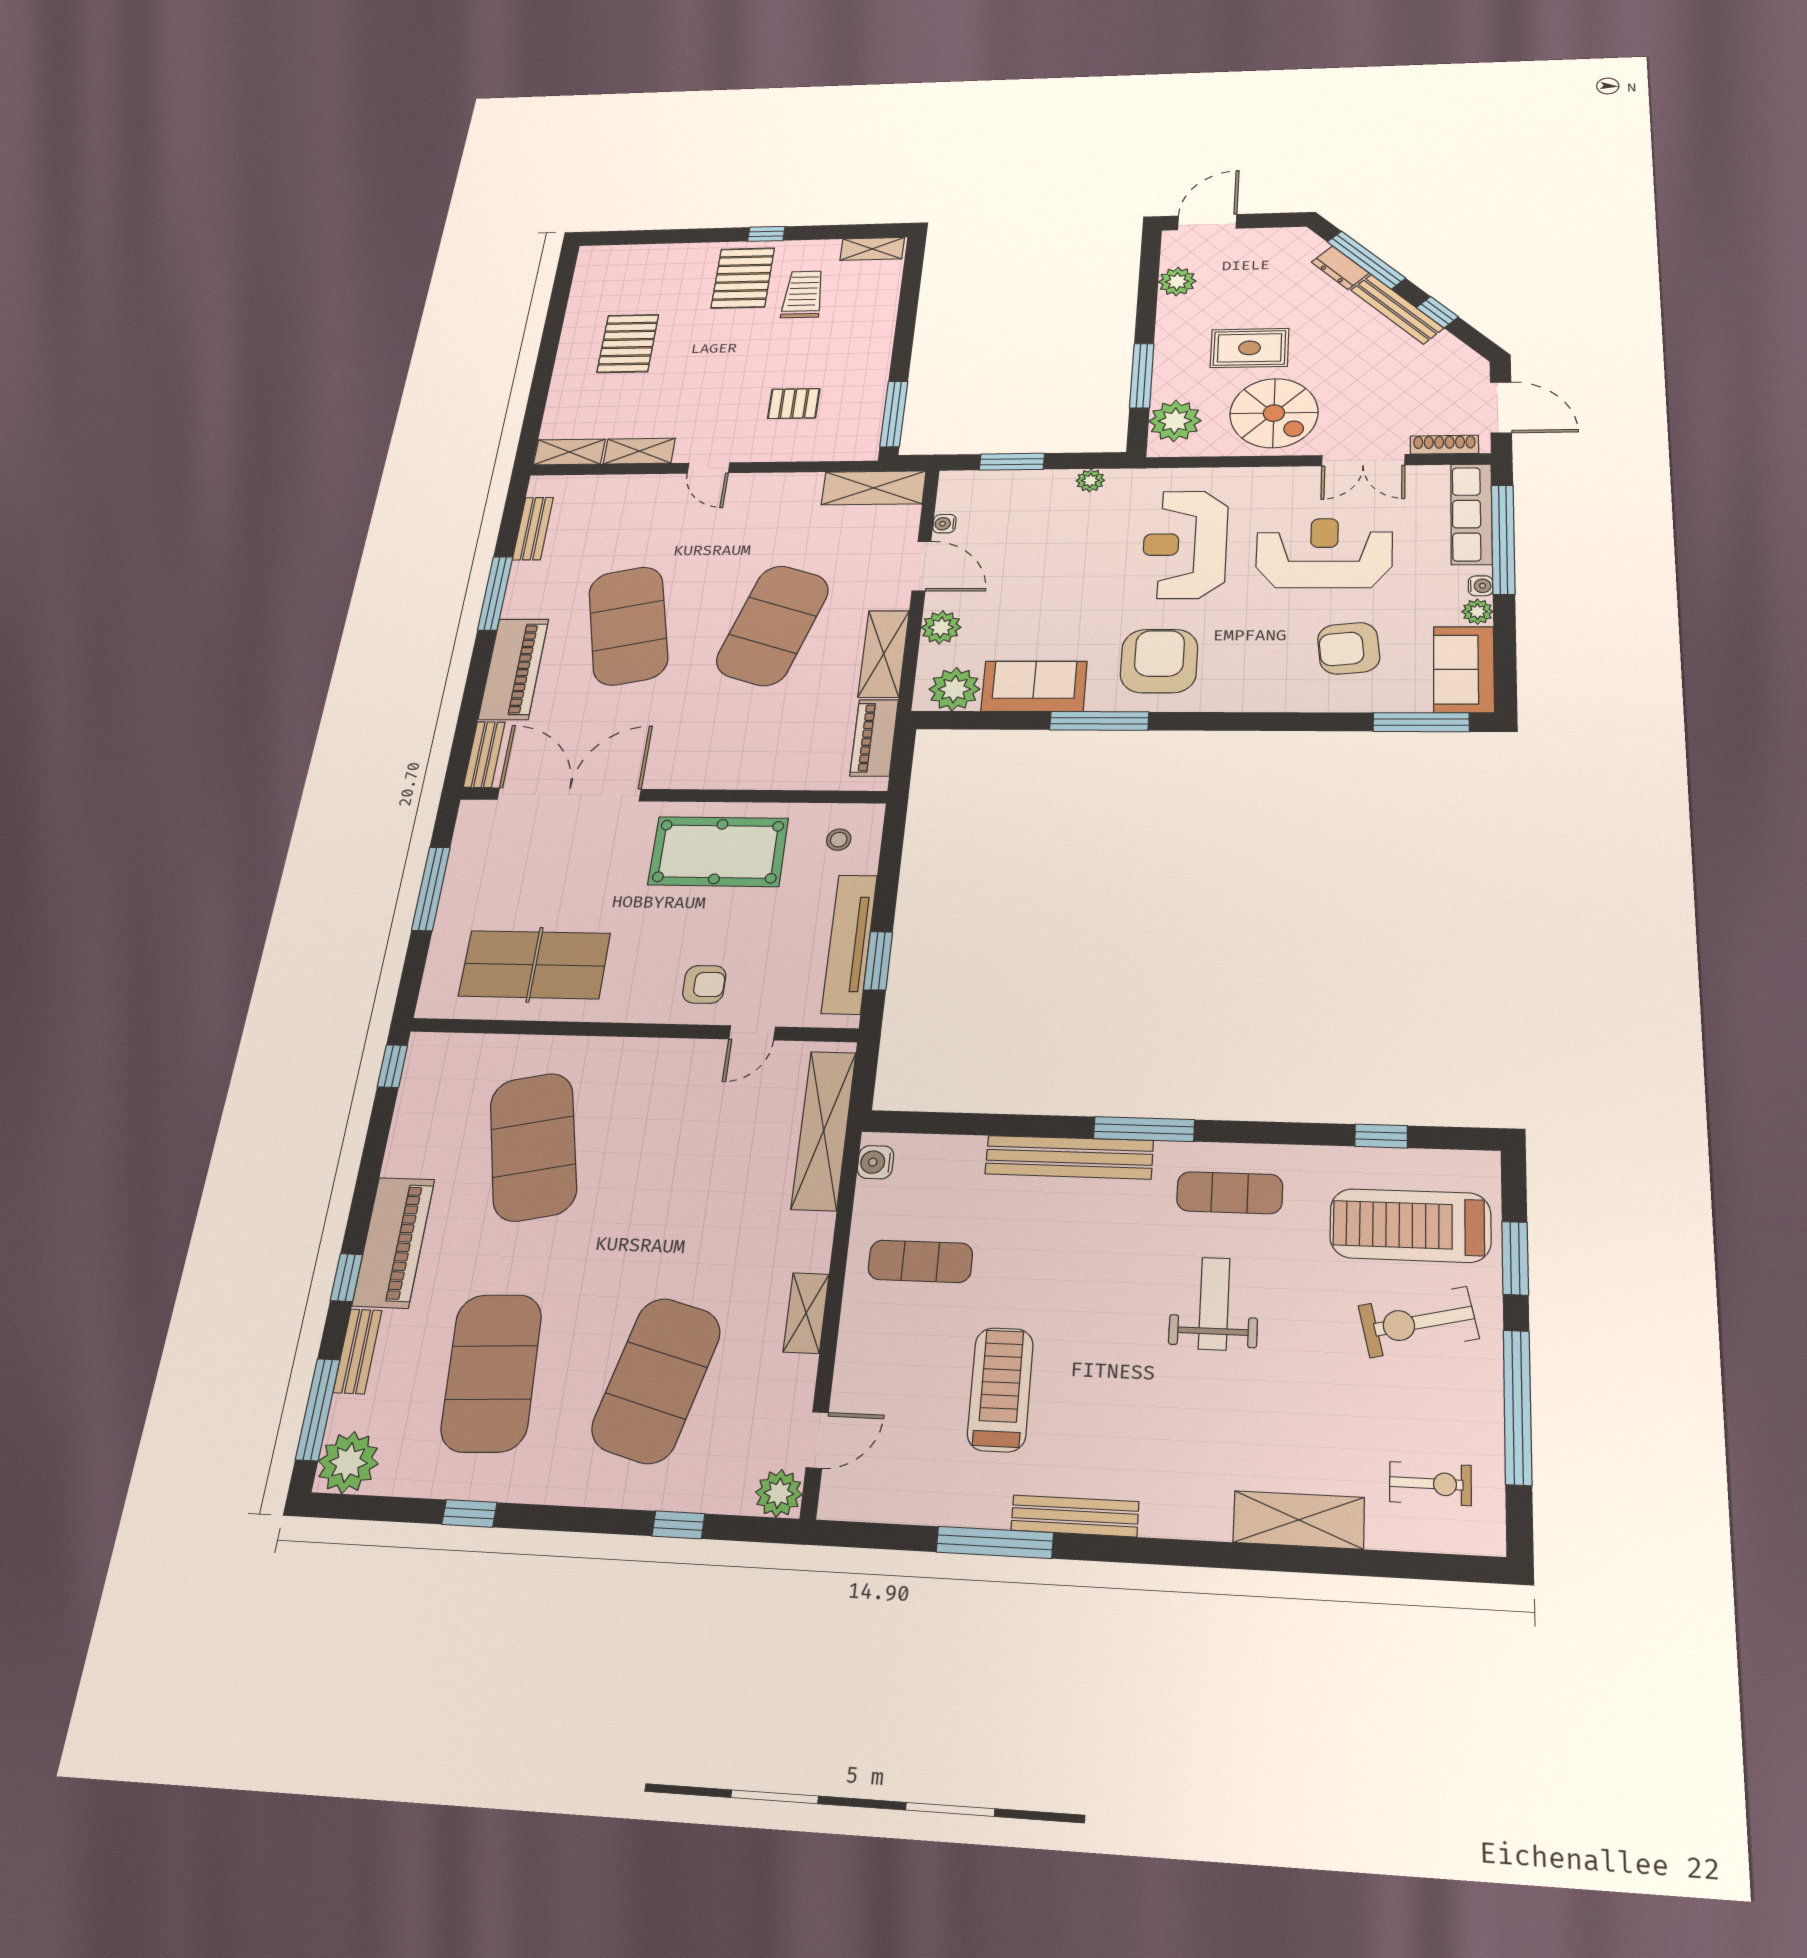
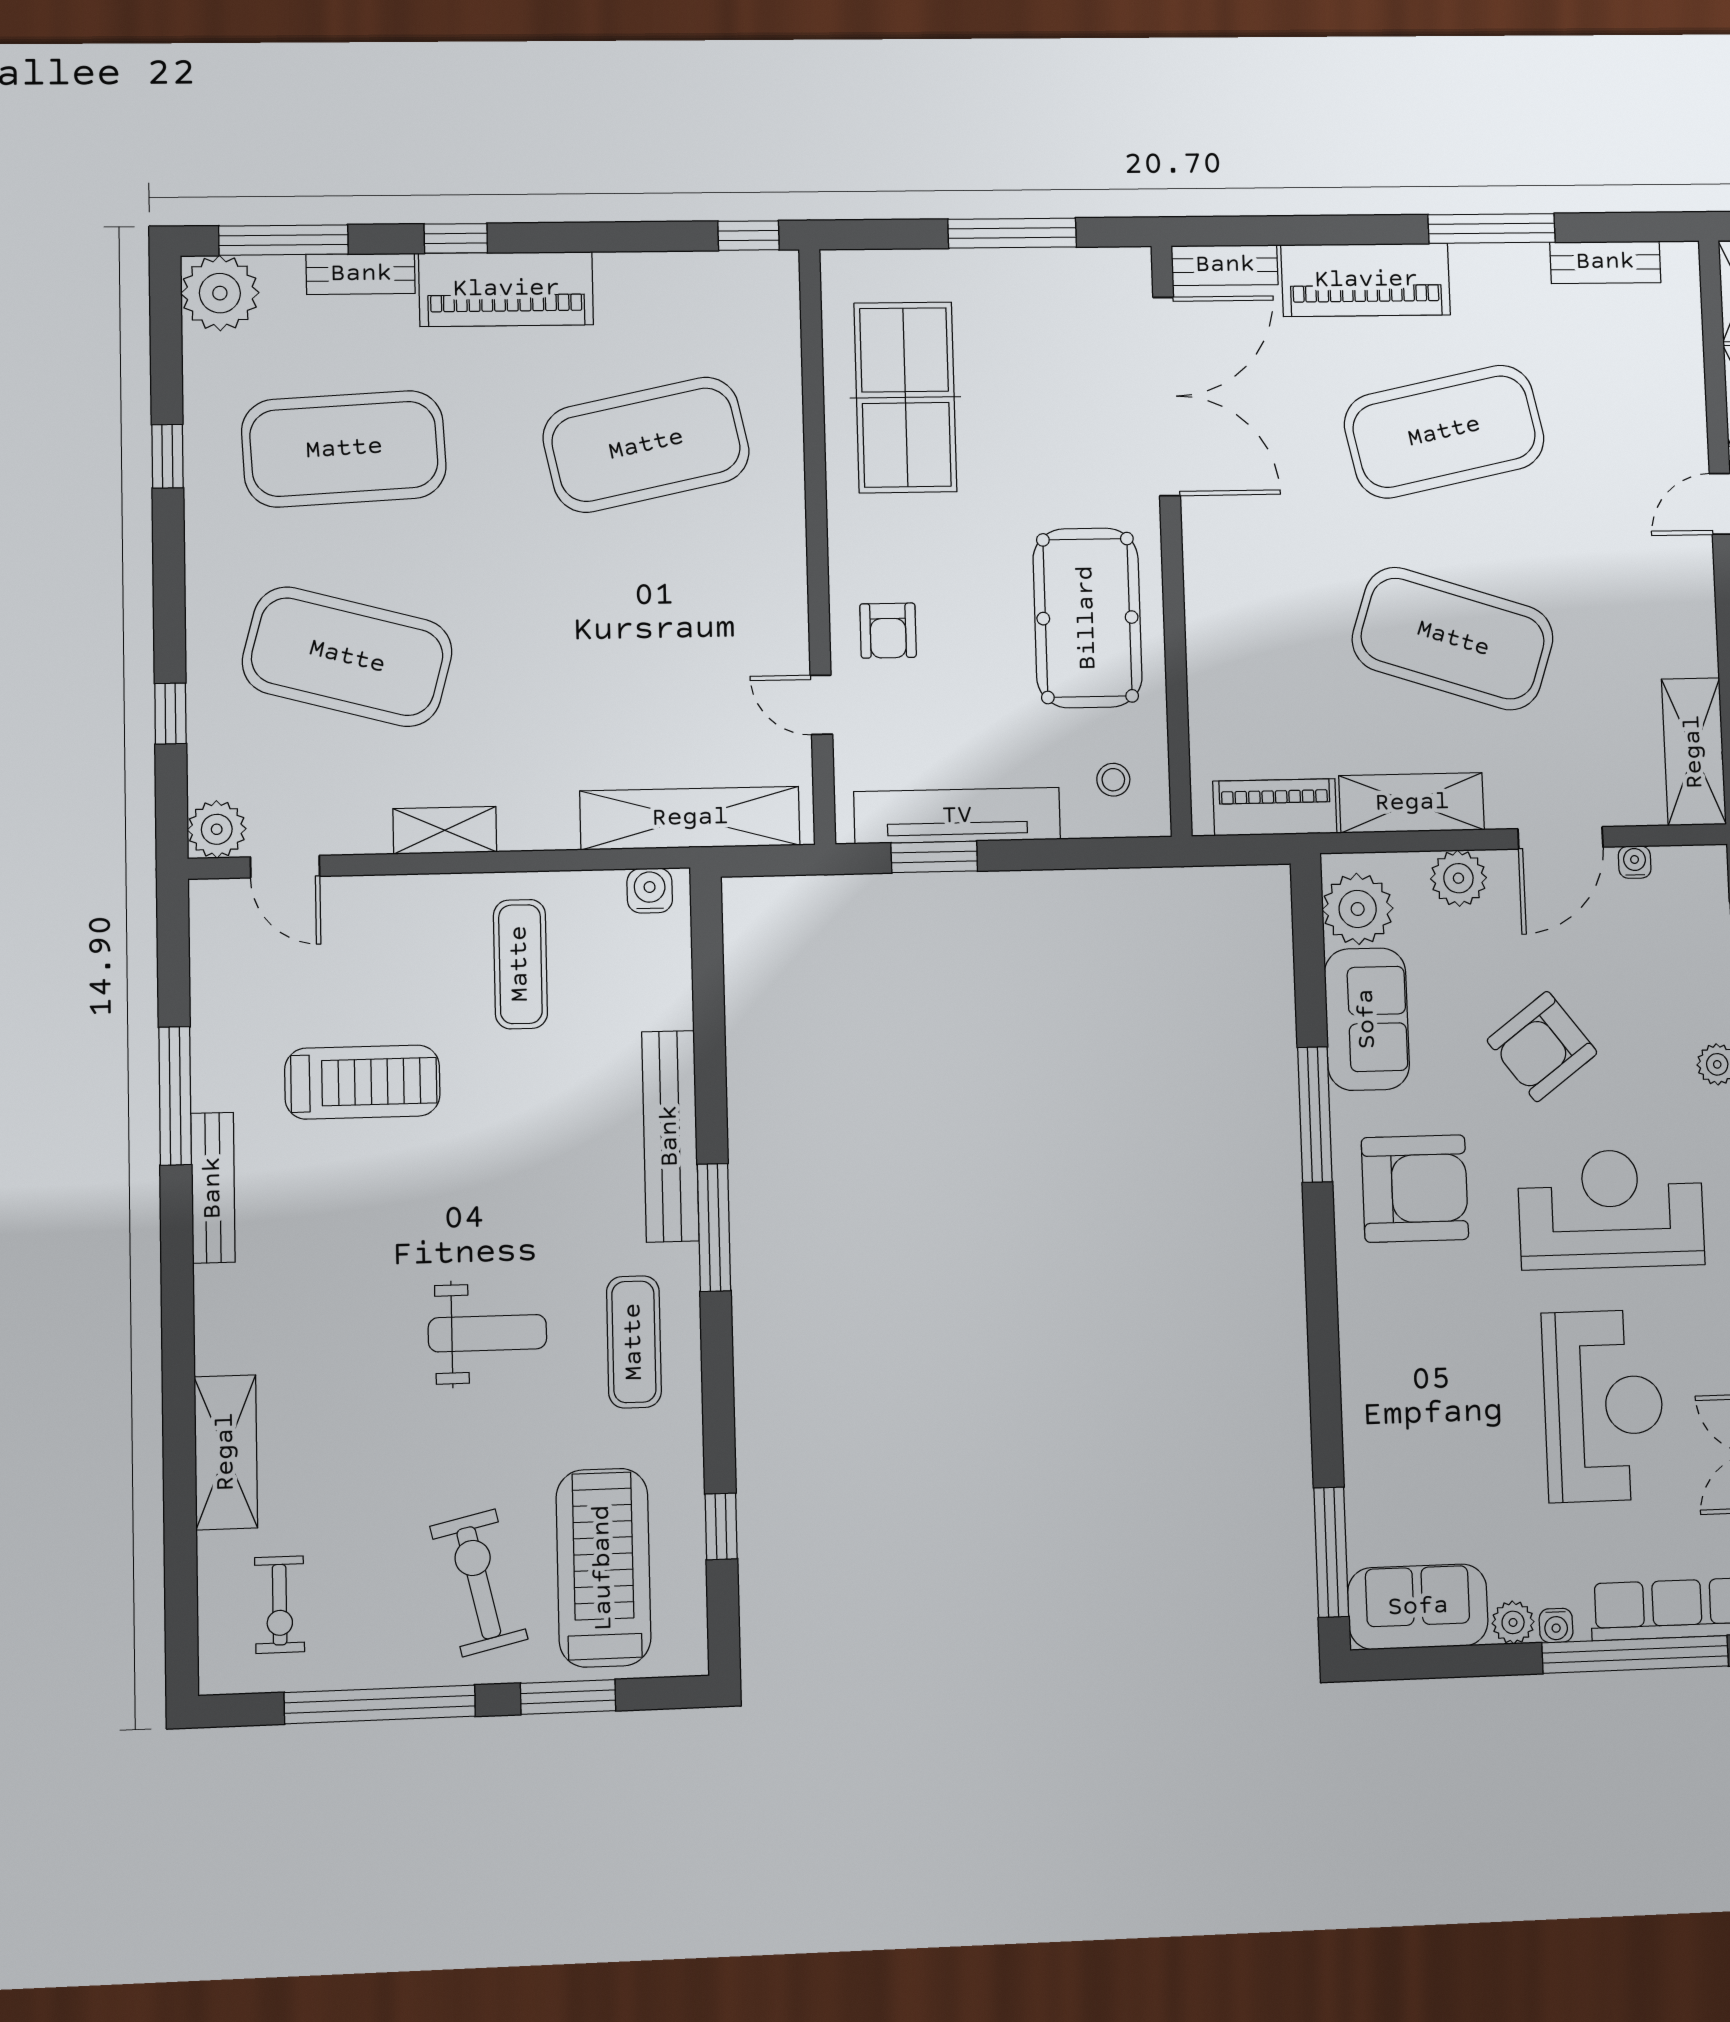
armchair: (1349, 648) -> (1542, 1047), moved, turned -121

